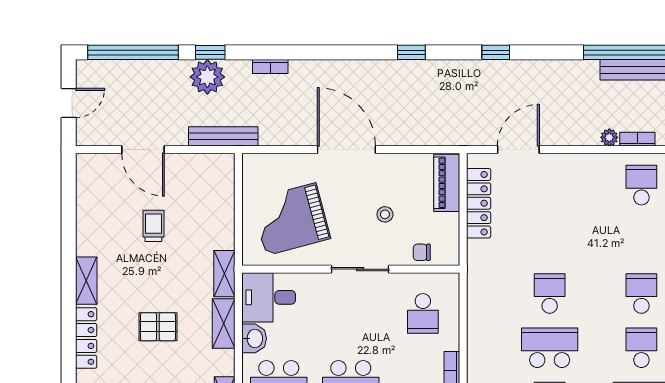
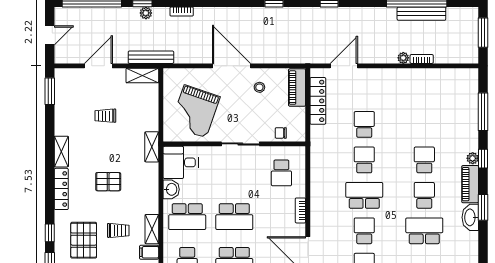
plant: (207, 77) -> (146, 13), width x0.53, depth x0.53
door: (143, 150) -> (98, 66), swing flipped
school desk: (641, 185) -> (364, 124), moved
window: (69, 188) -> (50, 91), added
stool: (385, 214) -> (259, 87), moved
grand piano: (291, 219) -> (195, 111), turned -56
trolley: (153, 226) -> (105, 116), turned -90
shelving: (224, 324) -> (142, 75), moved, turned 90

